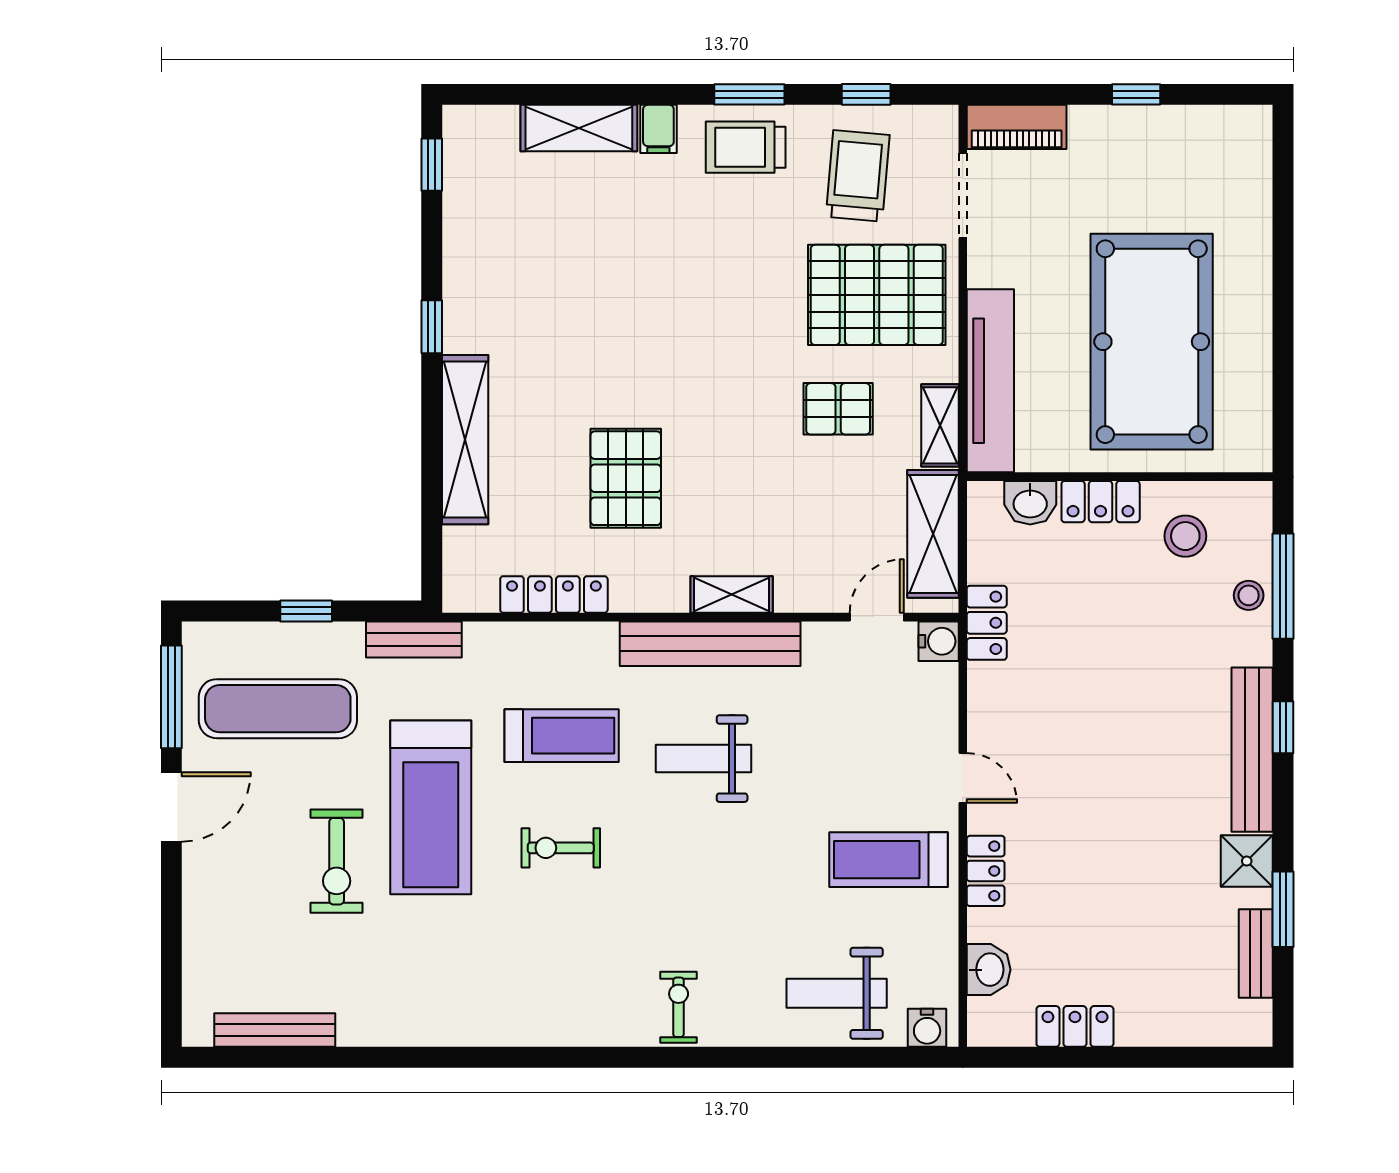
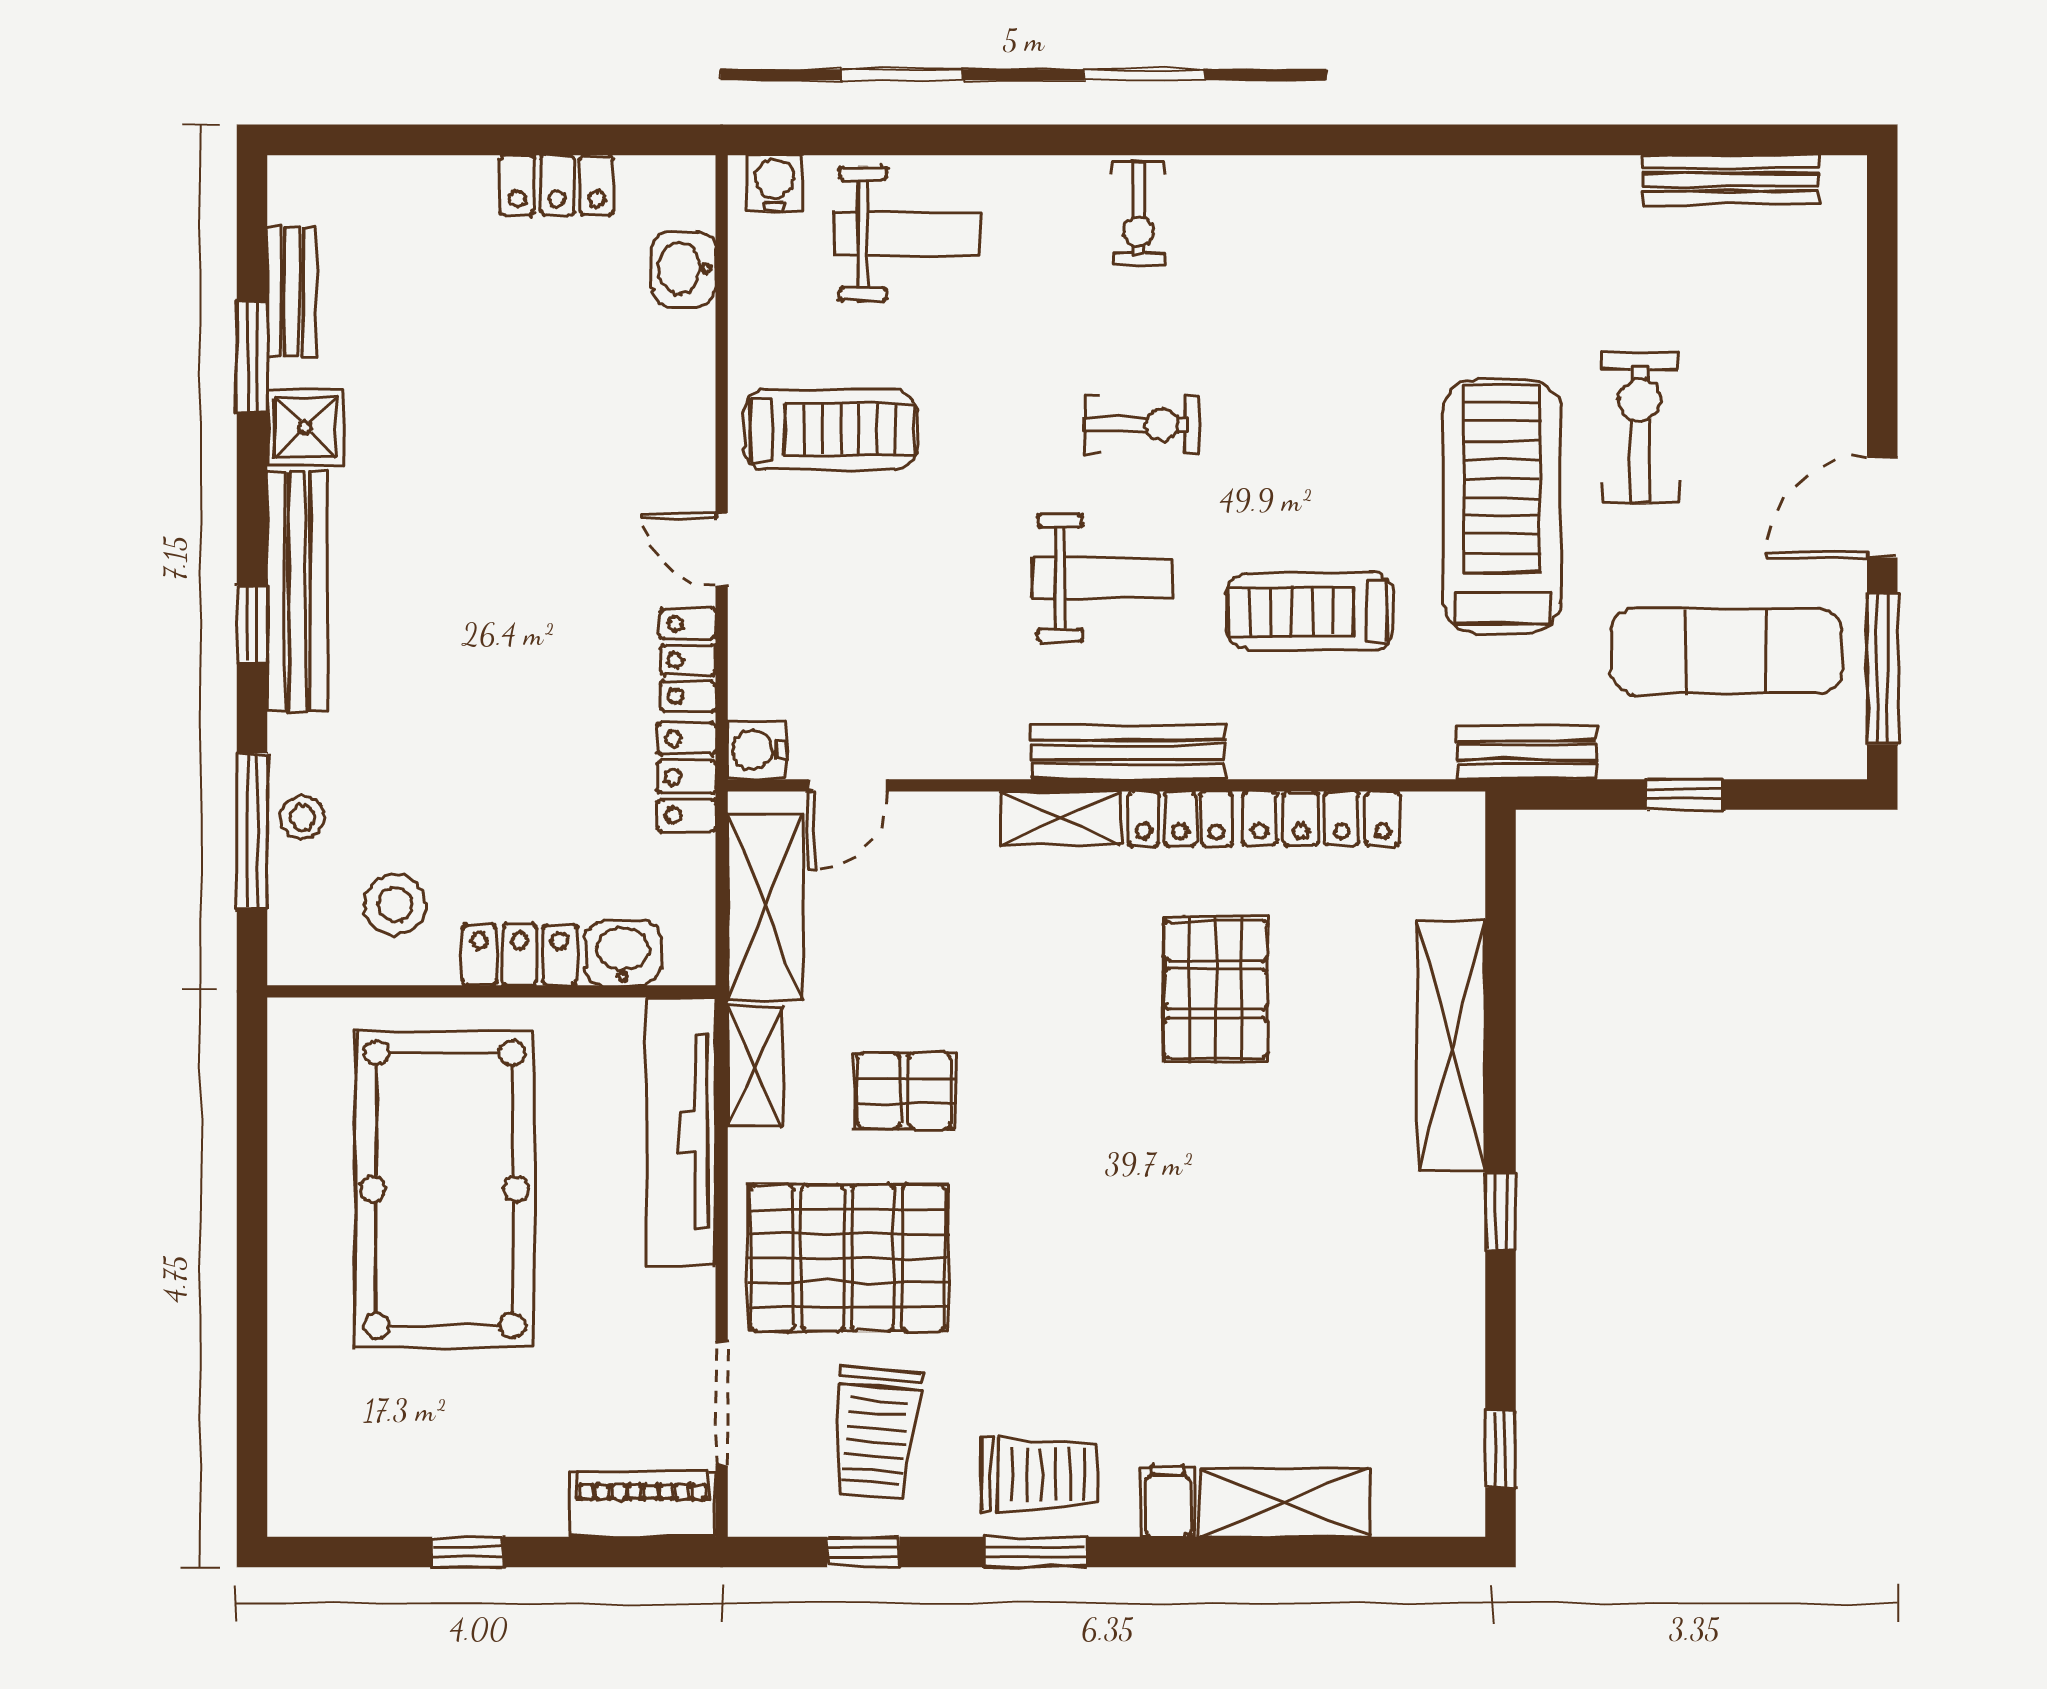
locker: (650, 594) -> (1180, 819), added
bench: (710, 644) -> (1128, 752), width x0.73, depth x0.82
exercise bike: (561, 848) -> (1141, 425), moved
locker: (986, 871) -> (688, 660), moved

